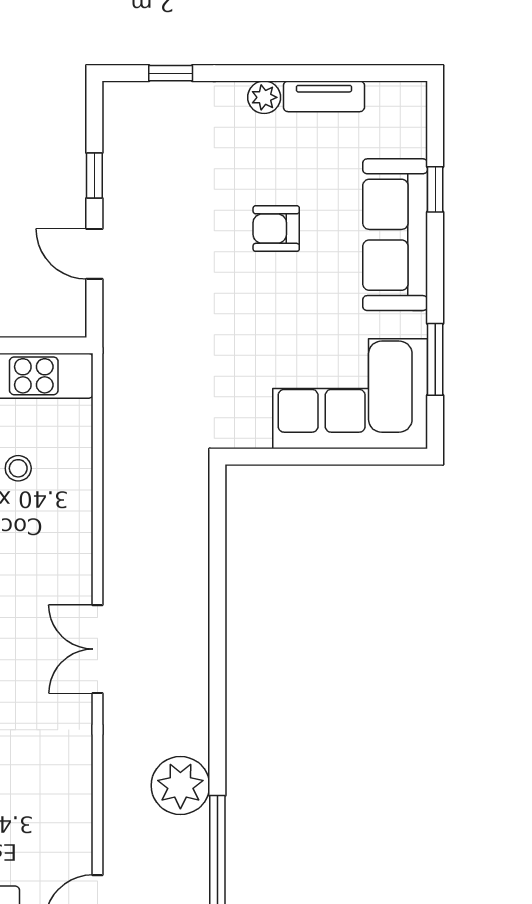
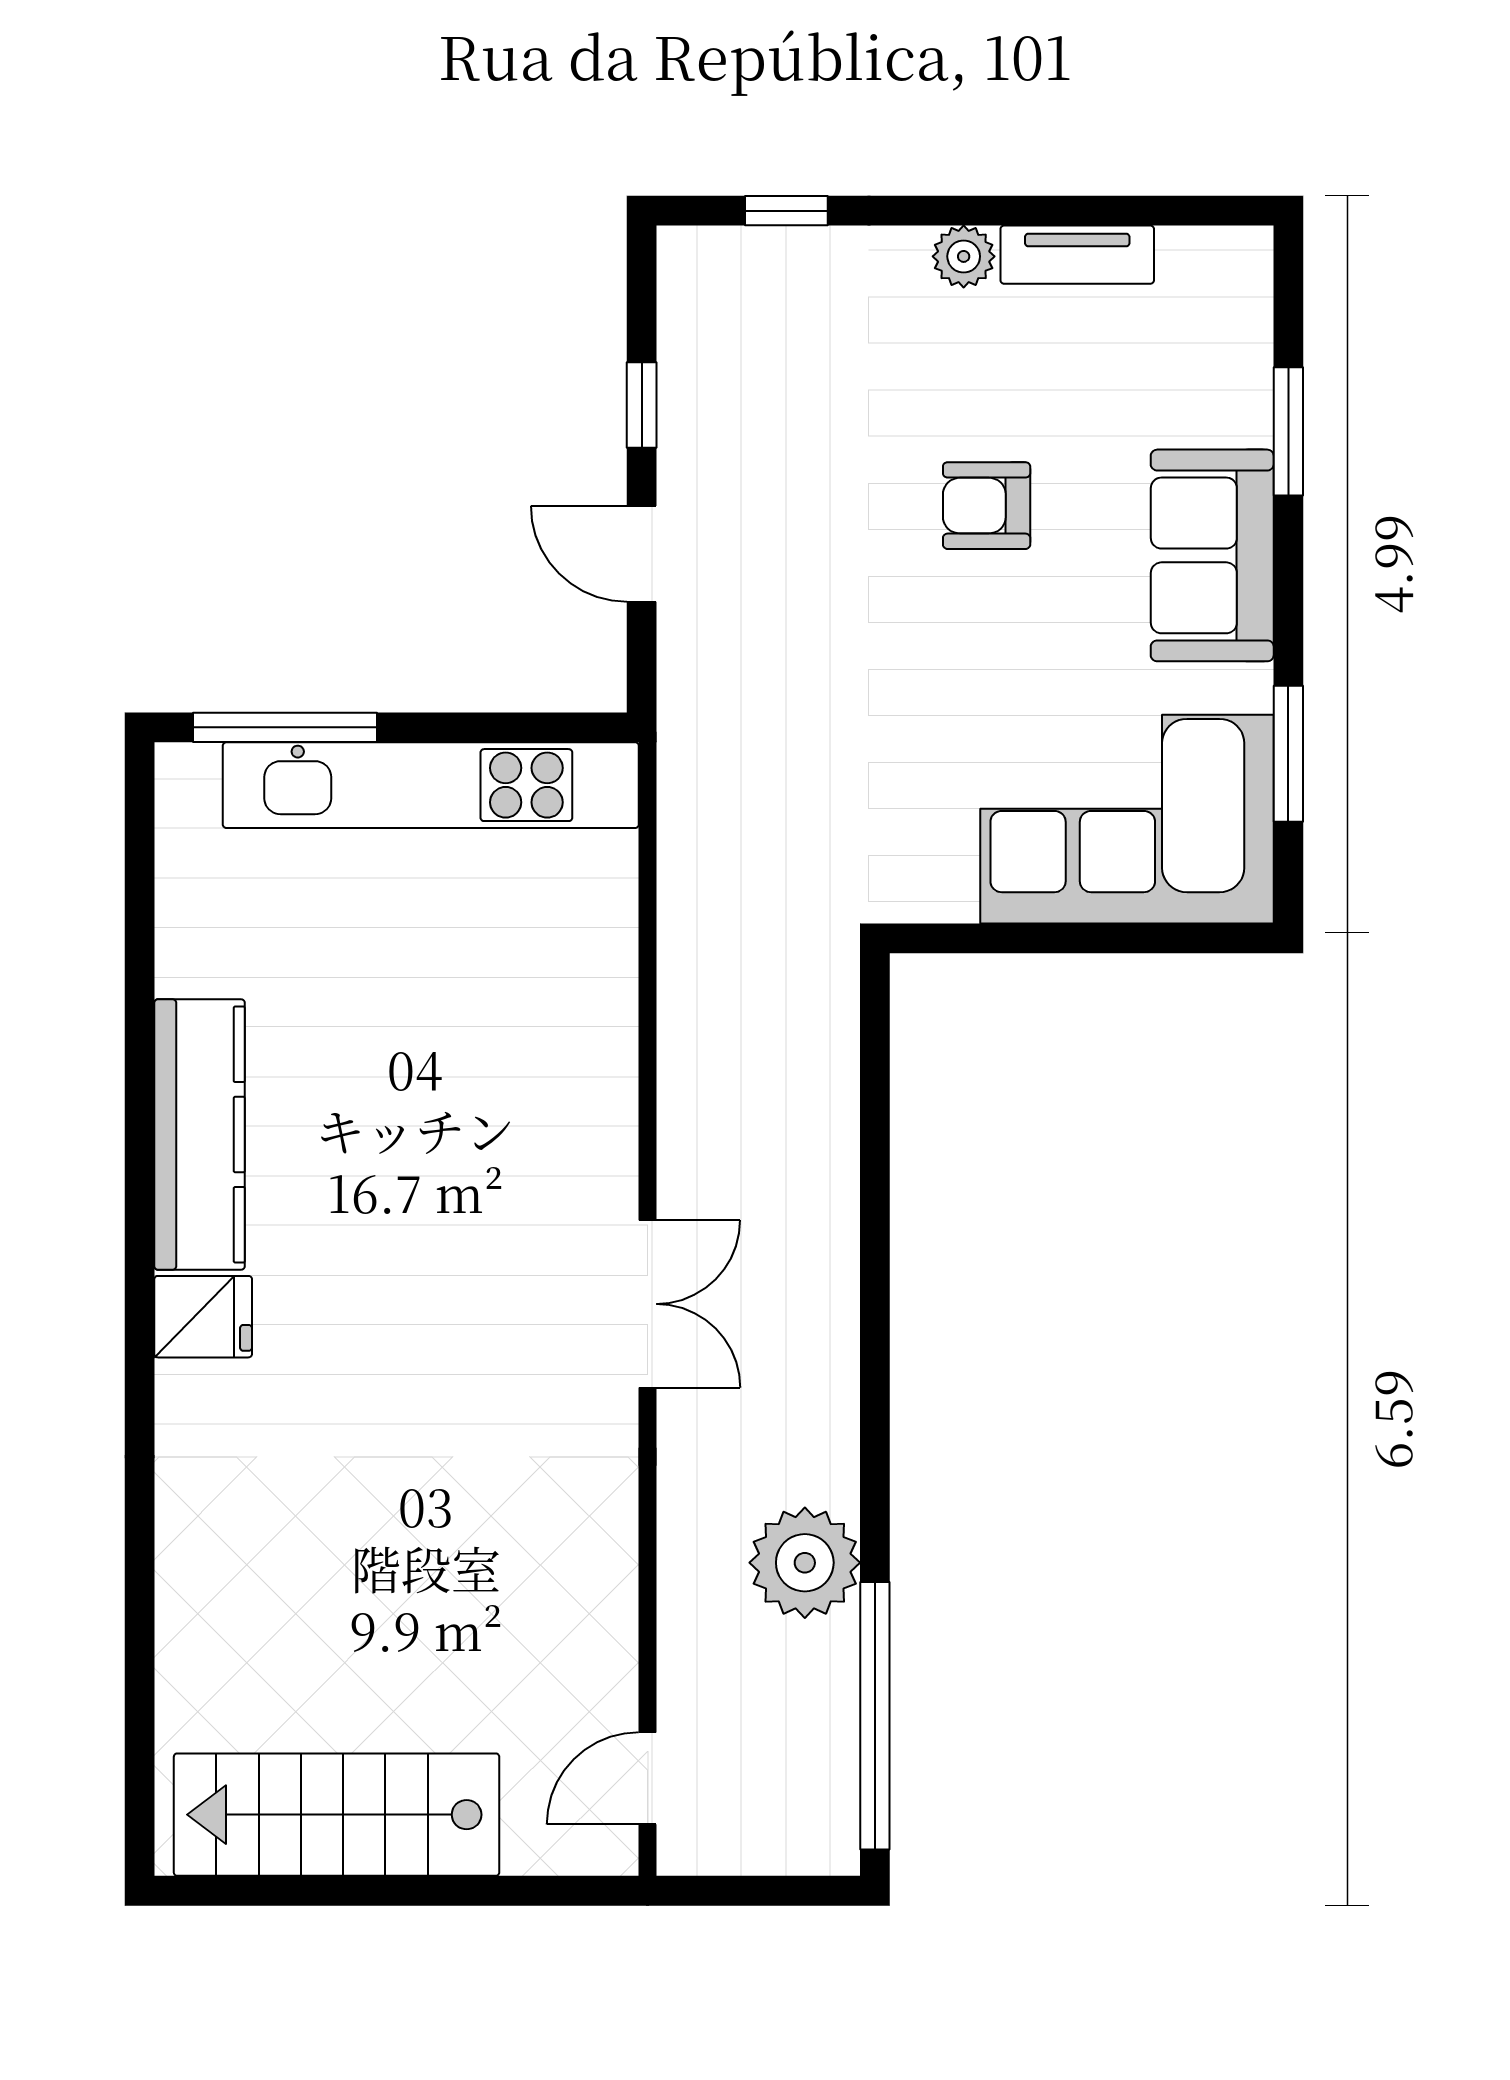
window: (435, 189) -> (1288, 431), width x1.50
sofa: (395, 235) -> (1212, 555), width x0.73
stool: (18, 468) -> (497, 961), removed
double door: (98, 649) -> (648, 1304), swing flipped

